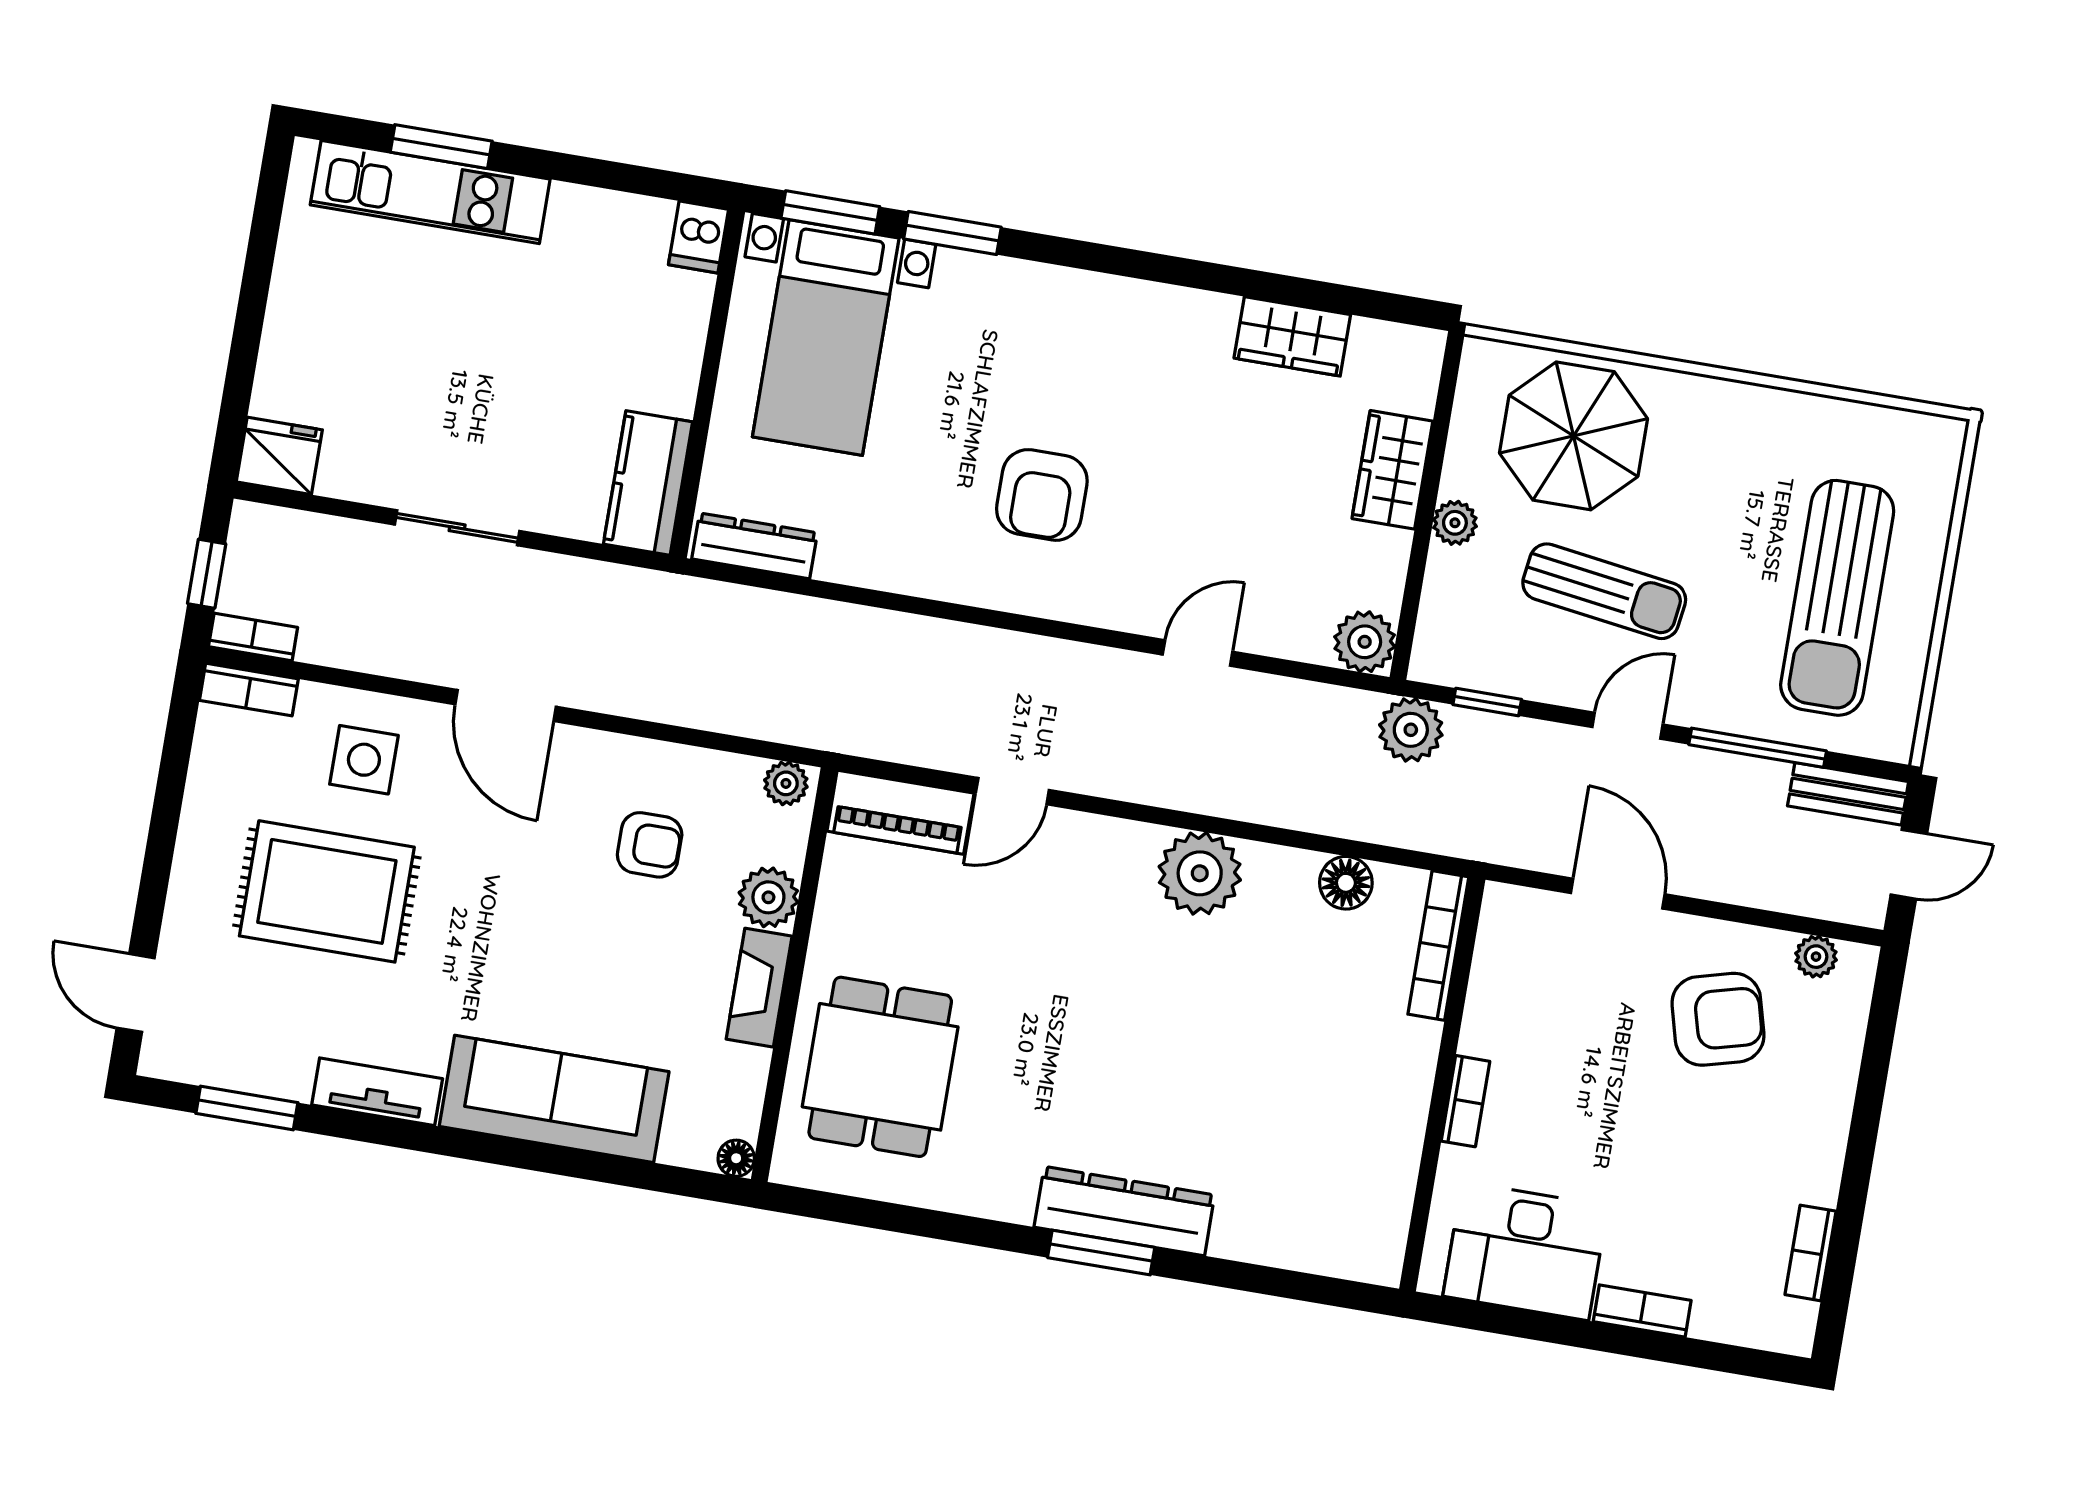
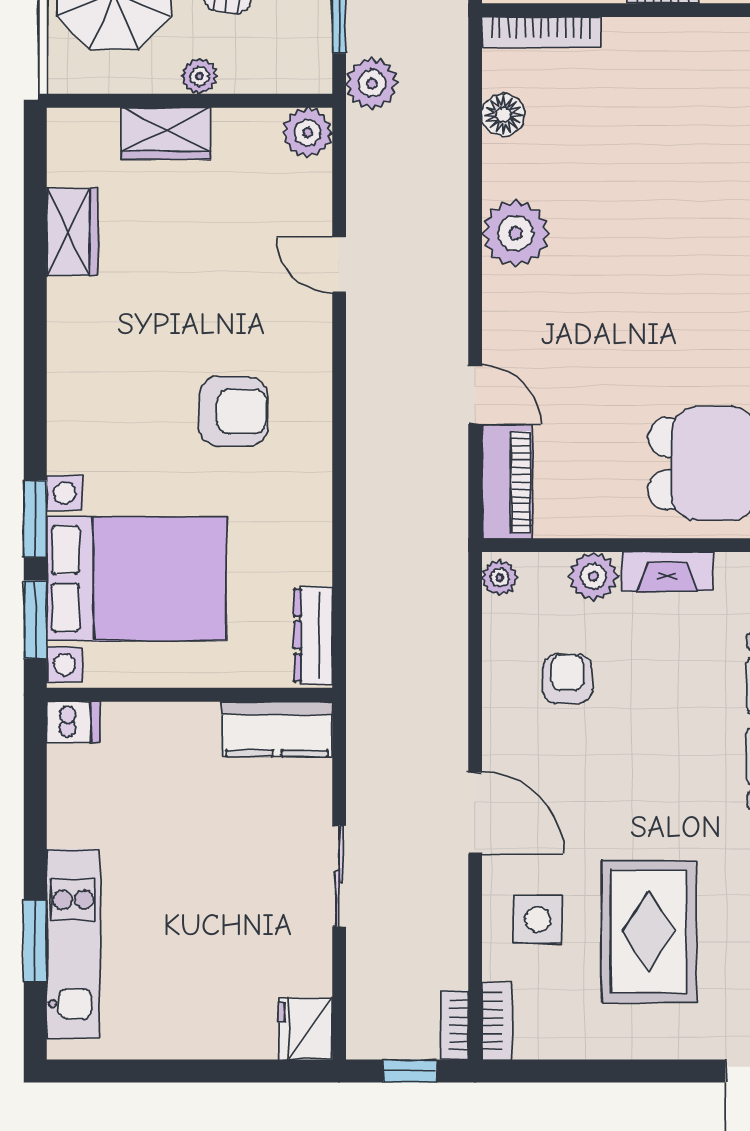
bed with nightstands: (826, 337) -> (136, 579), width x1.36
door: (506, 705) -> (475, 813), hinge flipped

